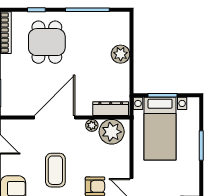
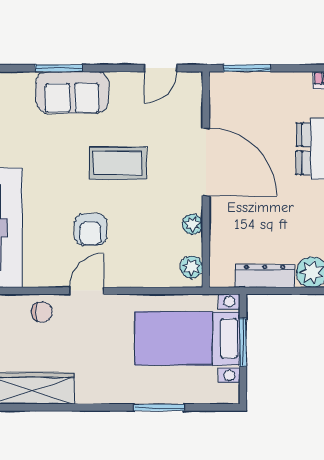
dresser: (111, 109) -> (265, 276), moved, turned -90
plant: (112, 132) -> (192, 267), width x0.53, depth x0.53

